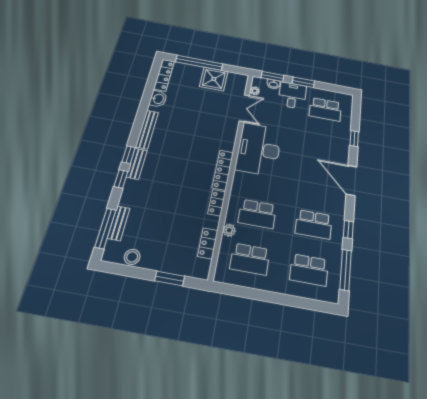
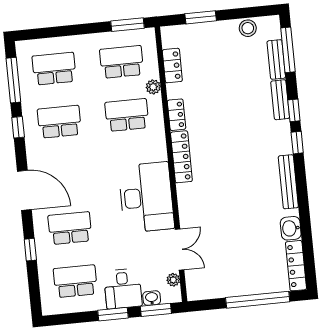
shower: (214, 79) -> (231, 281), removed
double door: (244, 108) -> (180, 249), swing flipped
school desk: (322, 145) -> (70, 228), added
bench: (137, 164) -> (280, 100), moved
window: (236, 291) -> (128, 25), added

